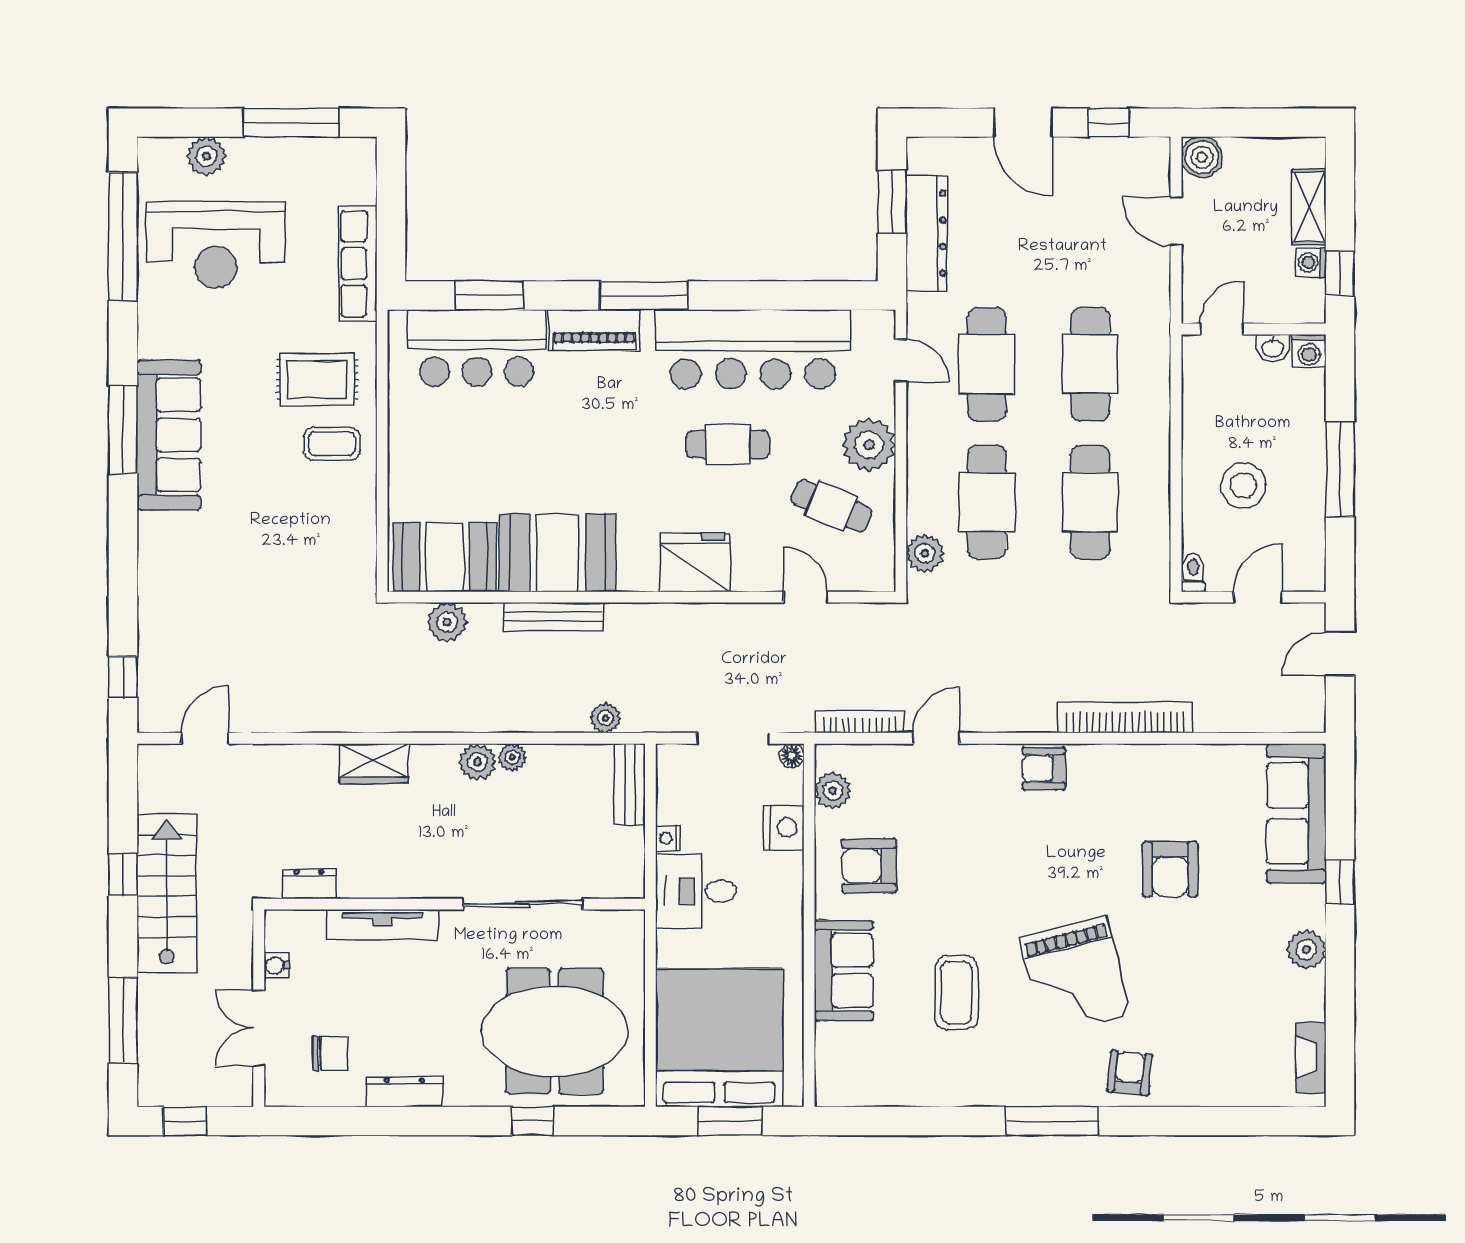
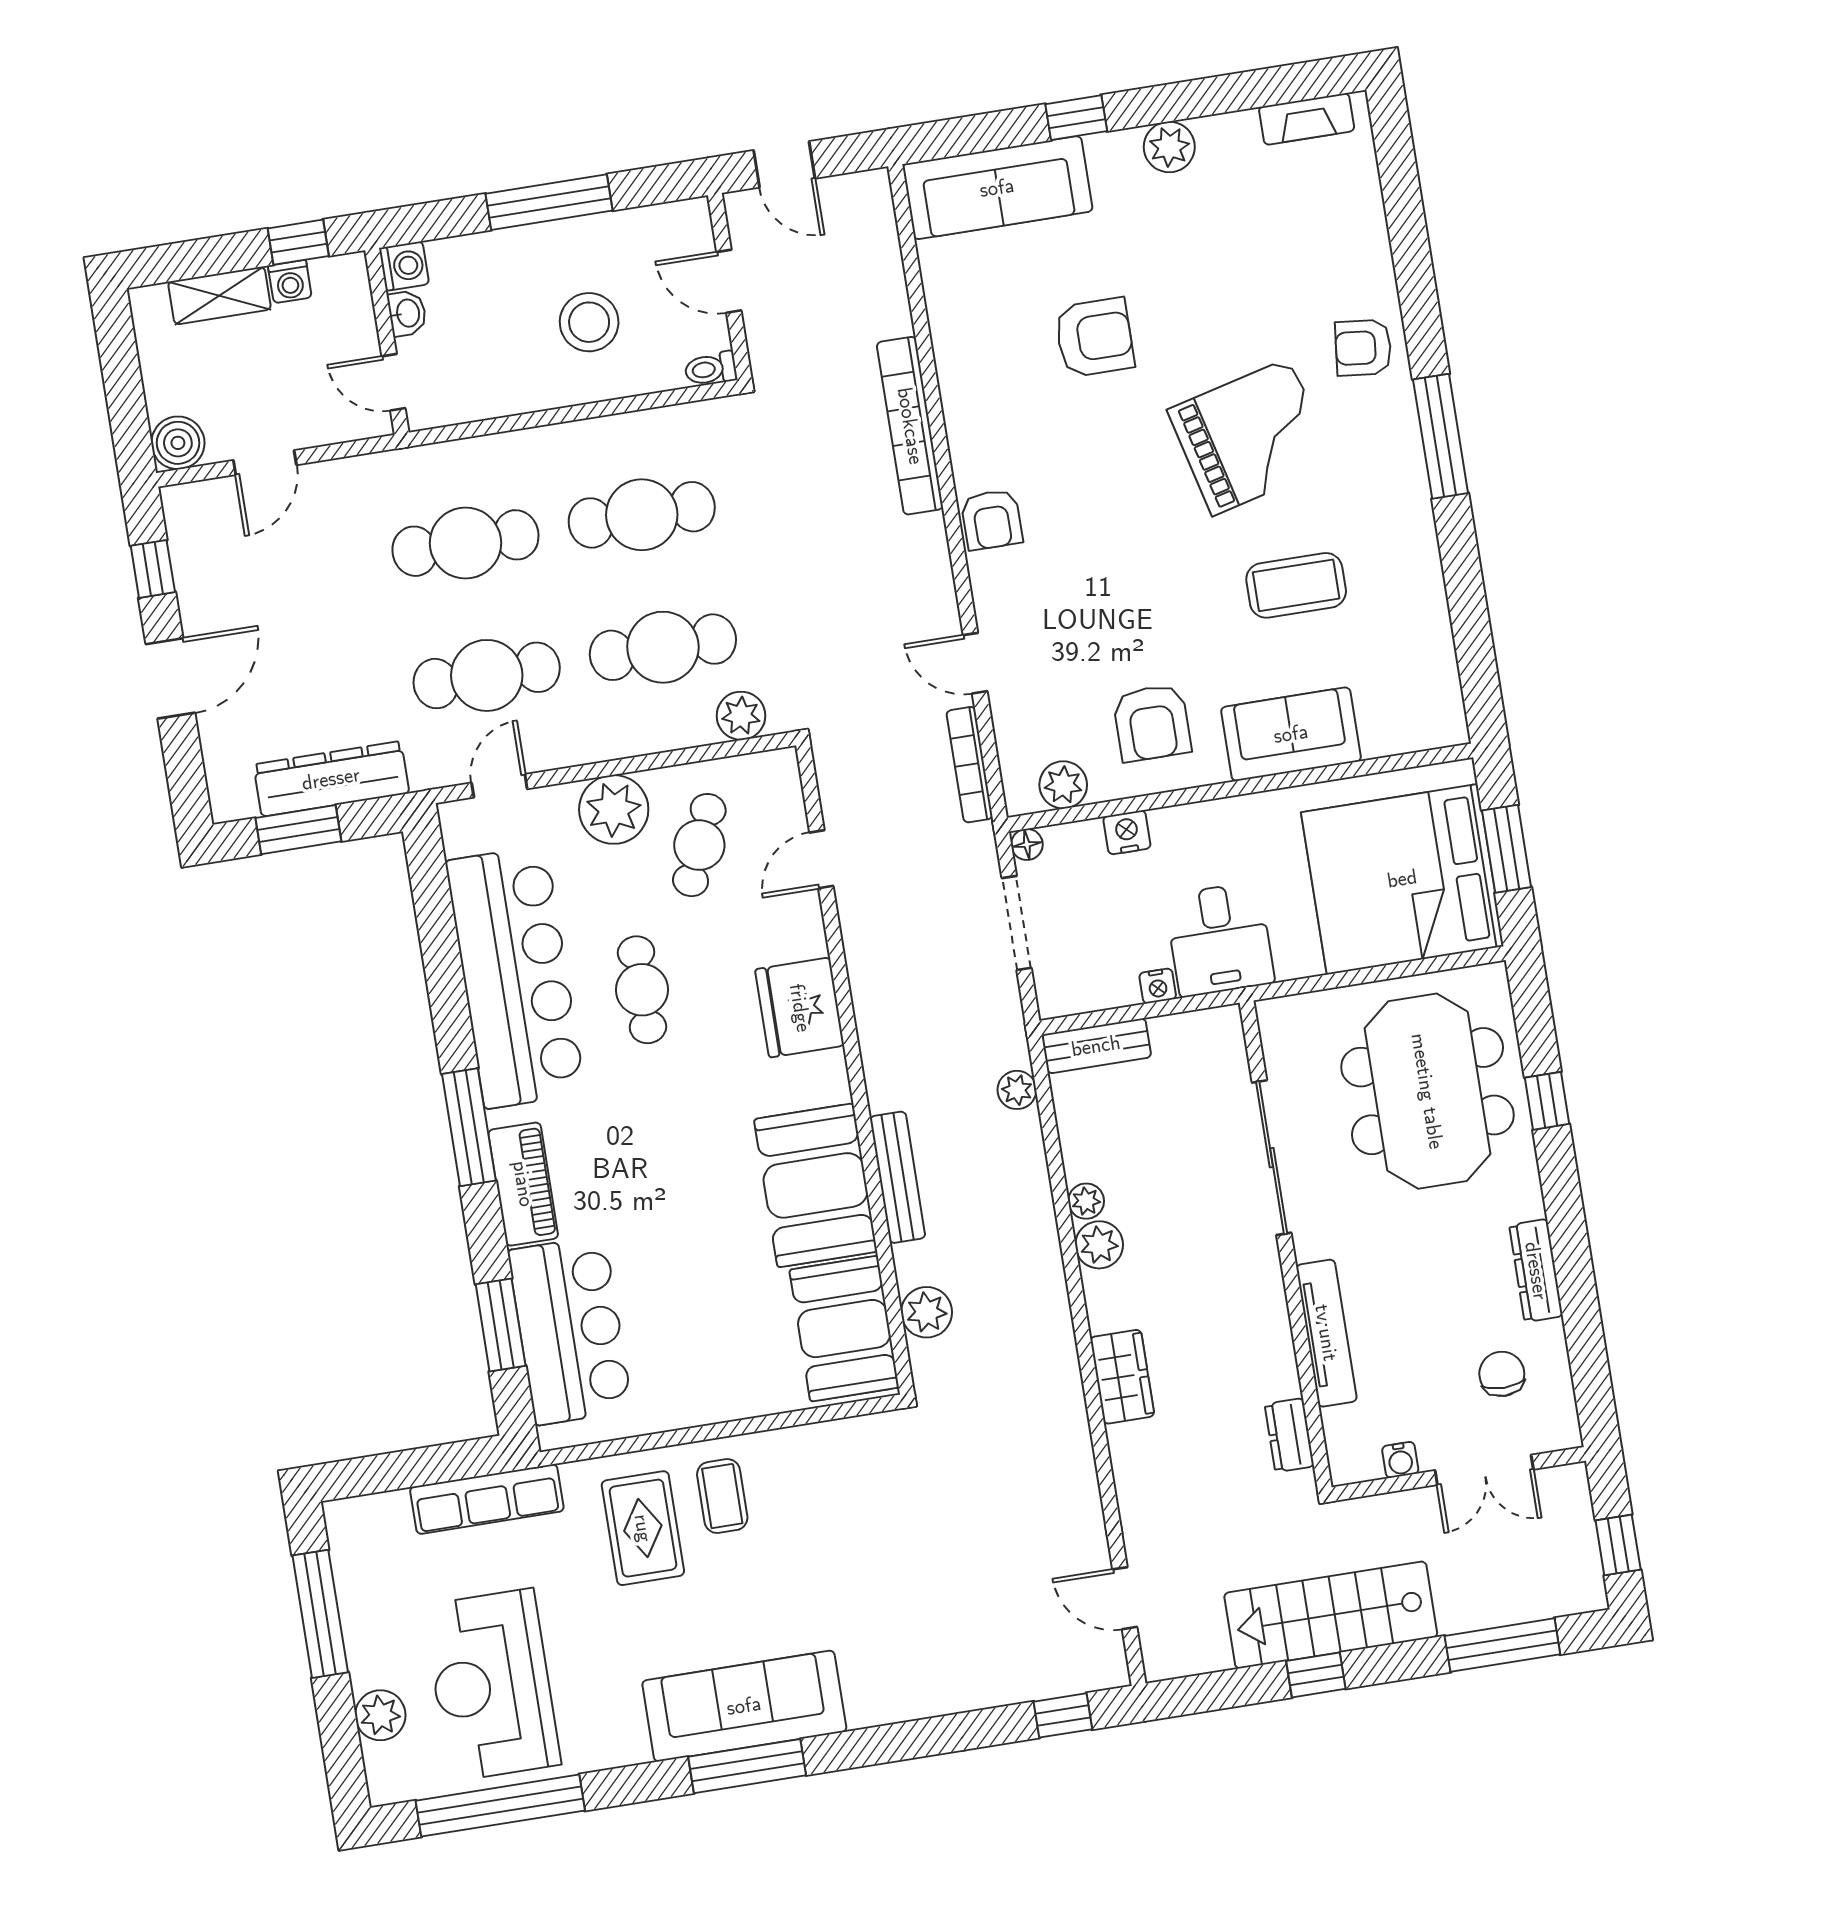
reception desk: (216, 245) -> (492, 1685), turned 180
nightstand: (784, 828) -> (1127, 832), width x0.74, depth x0.75

